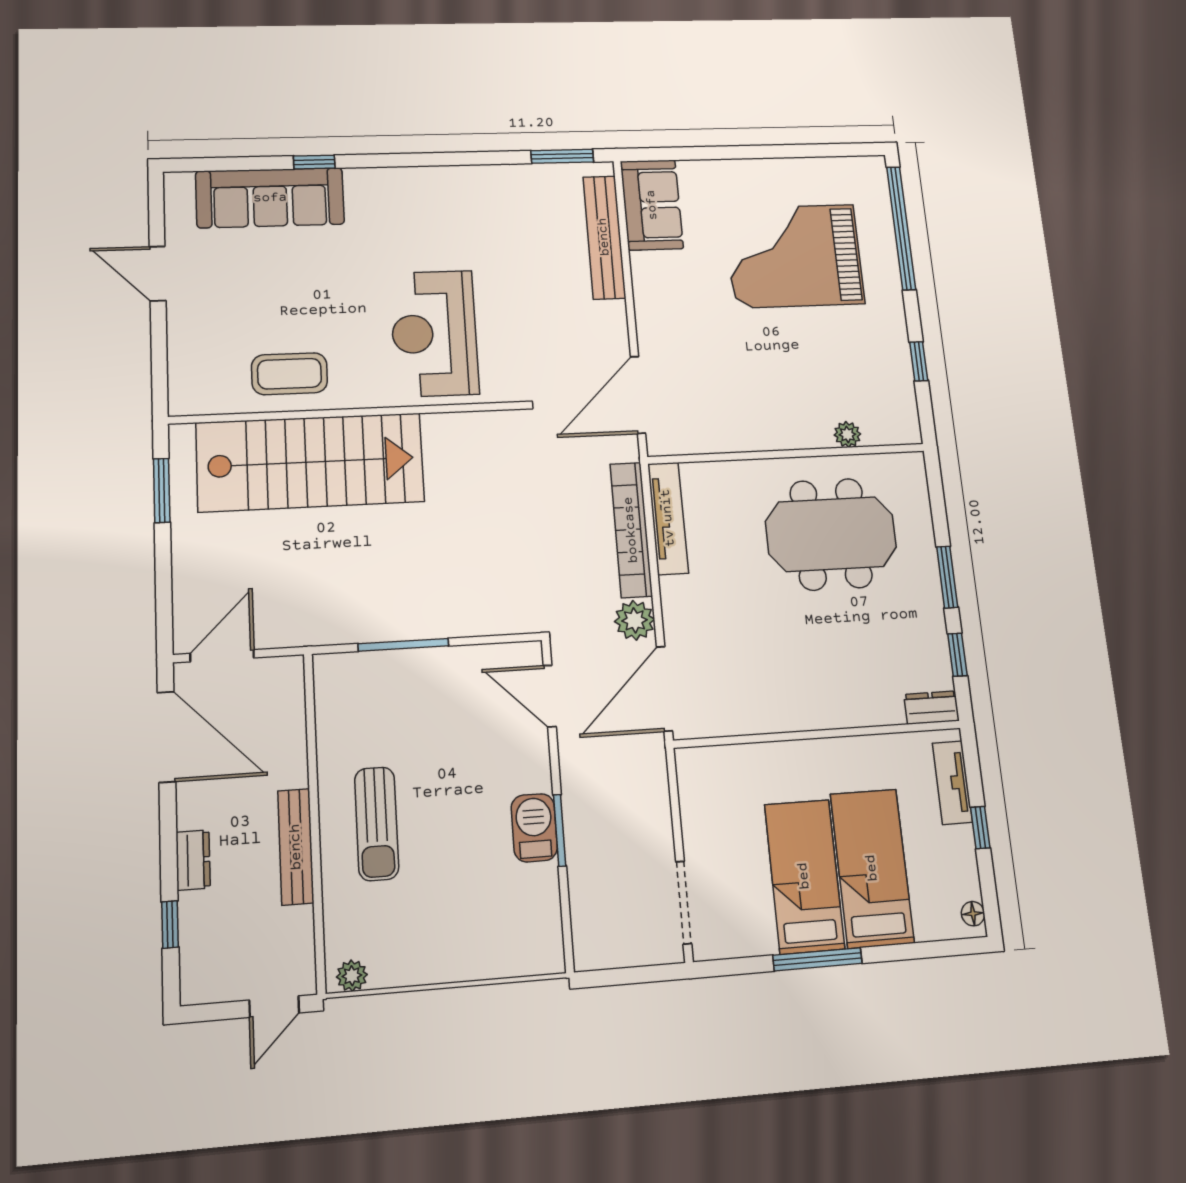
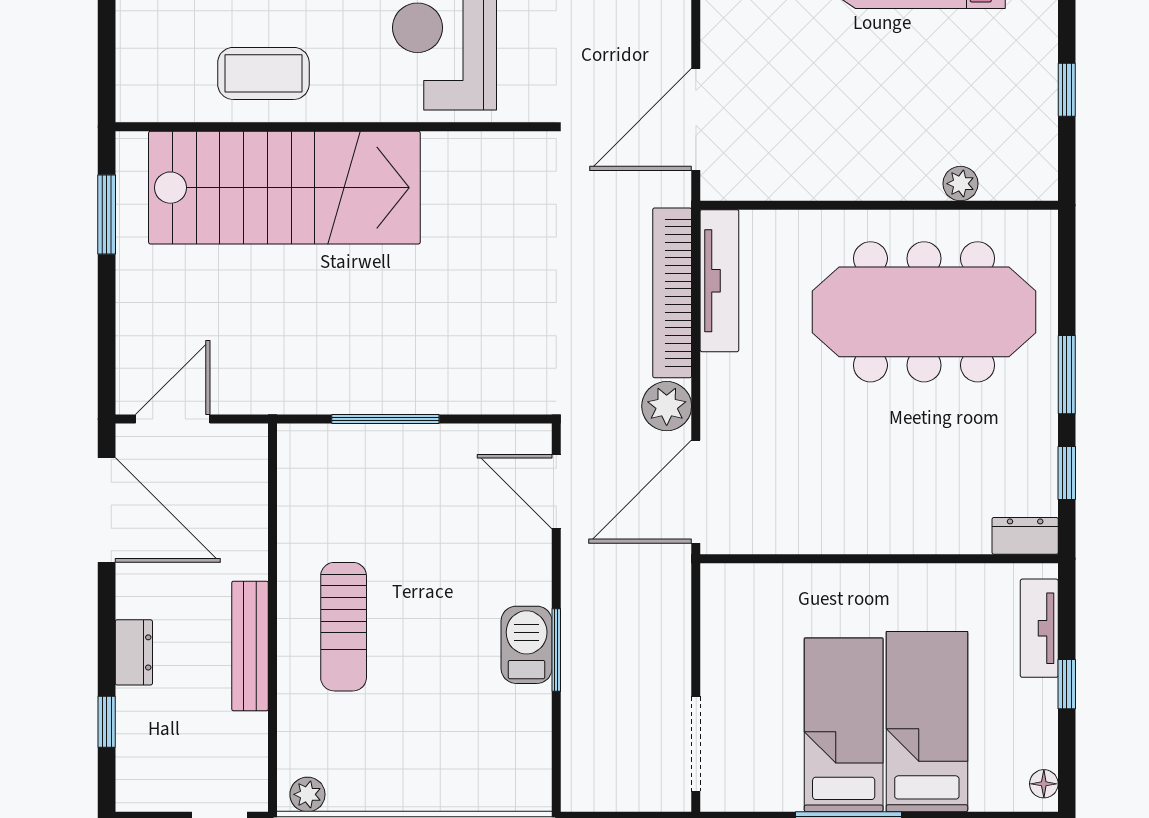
meeting table: (831, 534) -> (924, 312), width x1.36

